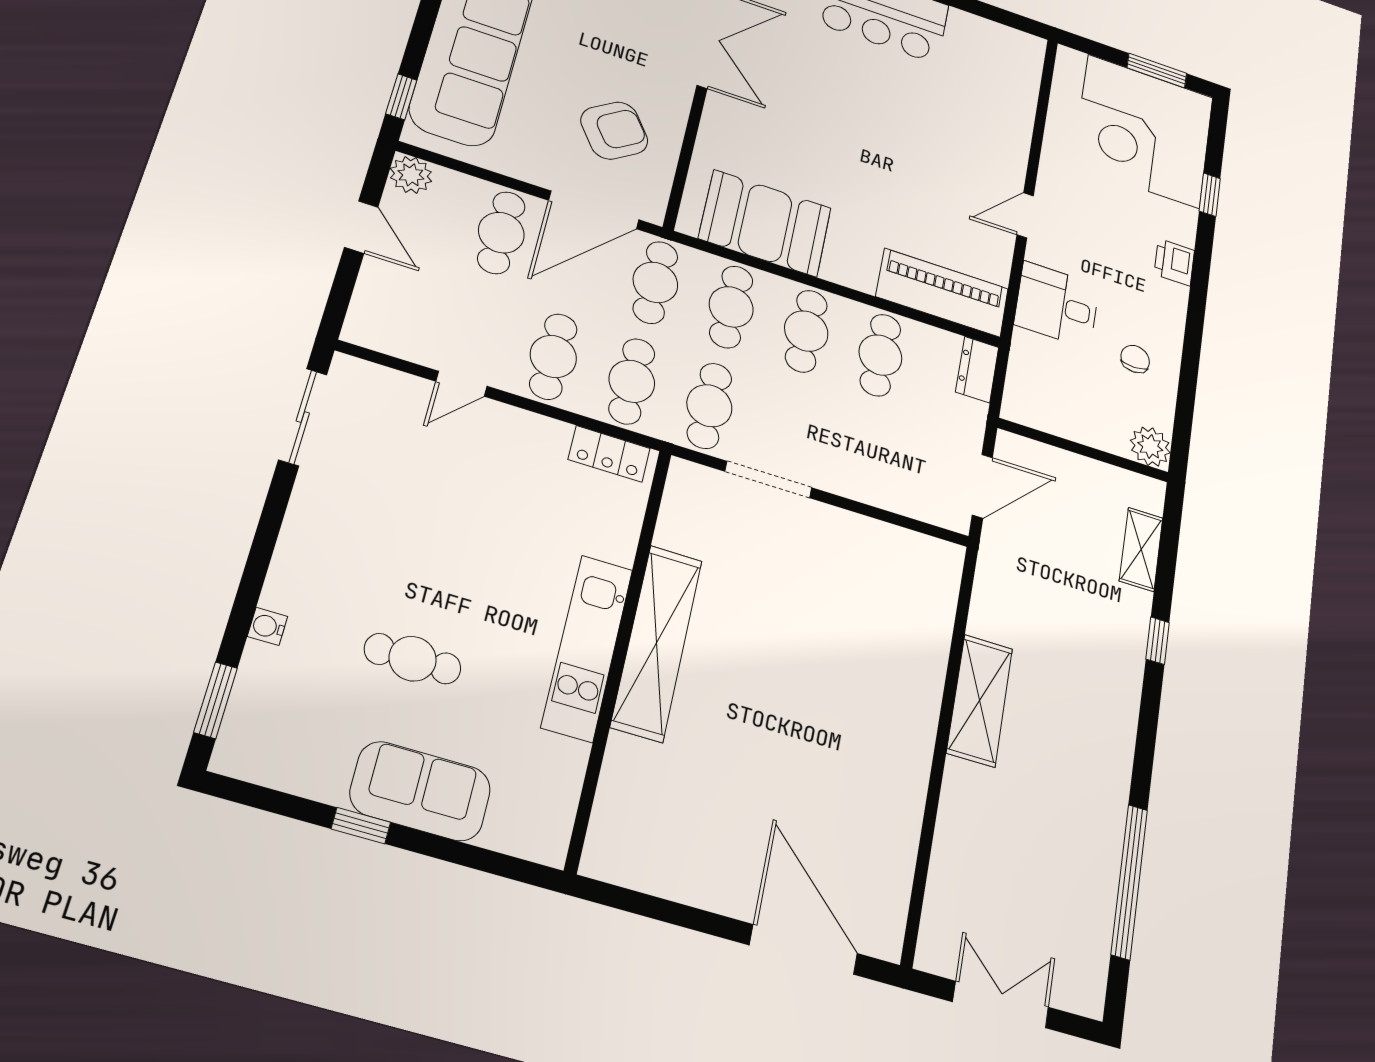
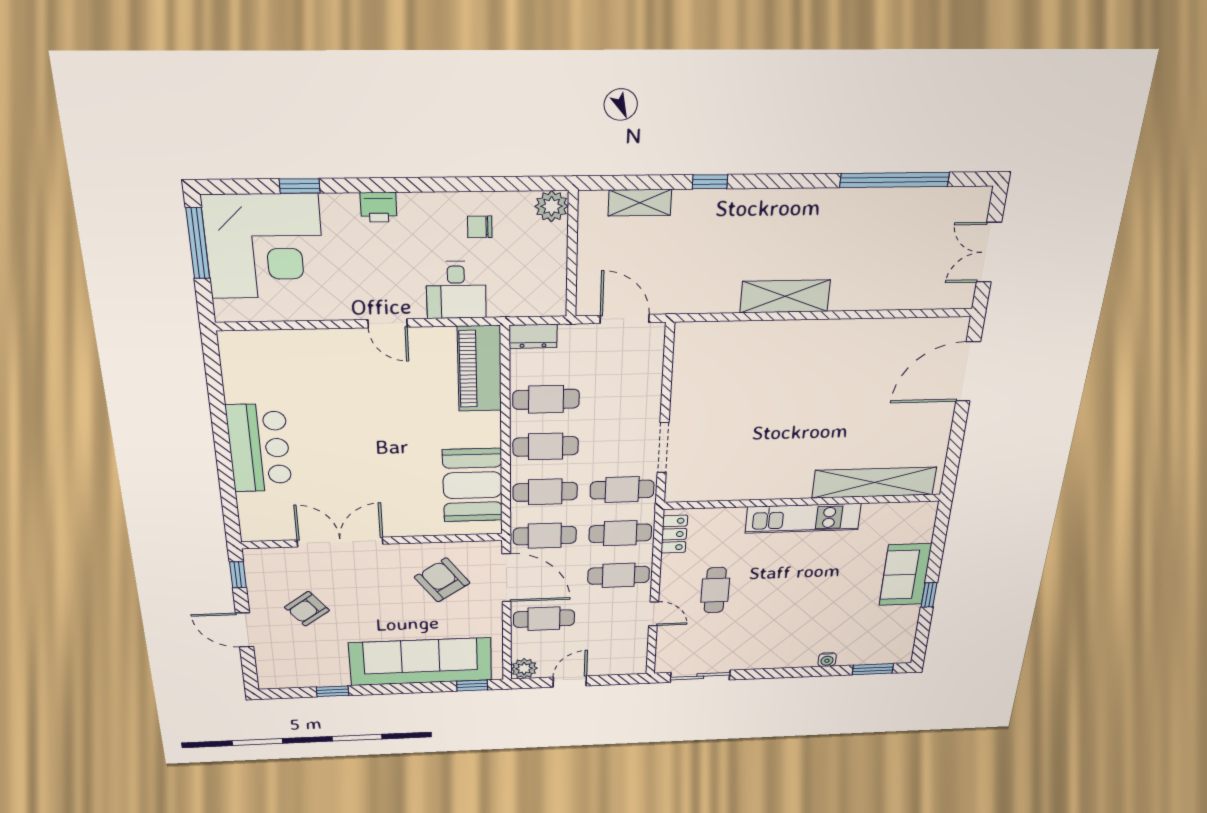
window: (1157, 70) -> (198, 243), width x1.44
shelving: (657, 643) -> (874, 483), moved
cafe table: (413, 659) -> (715, 590), moved

